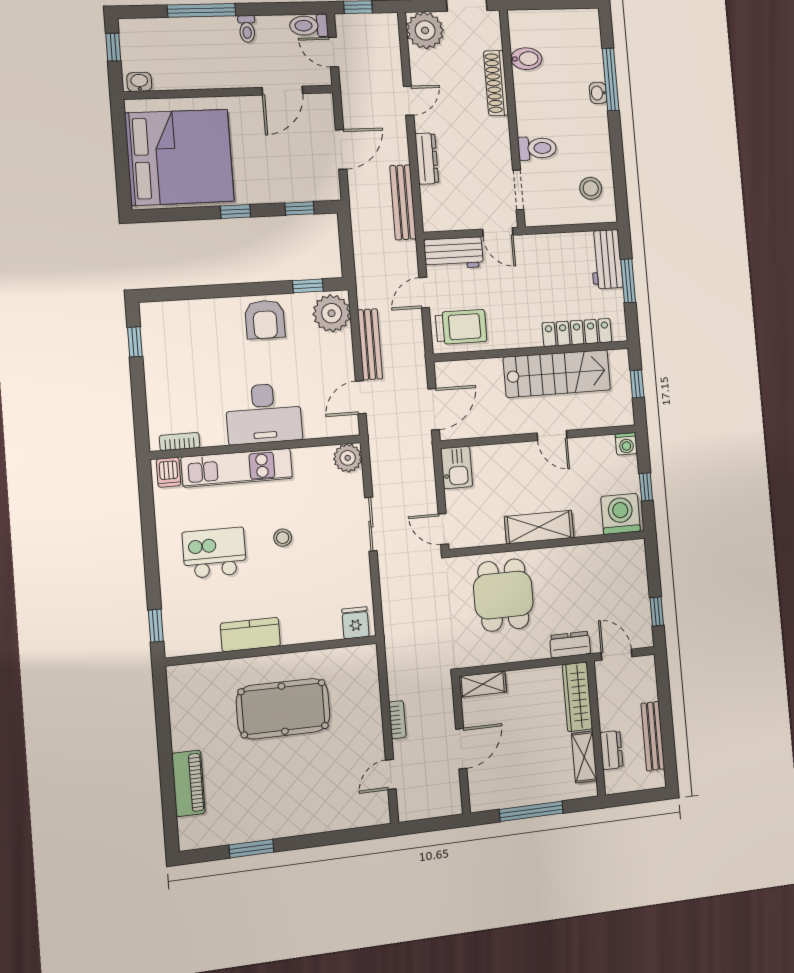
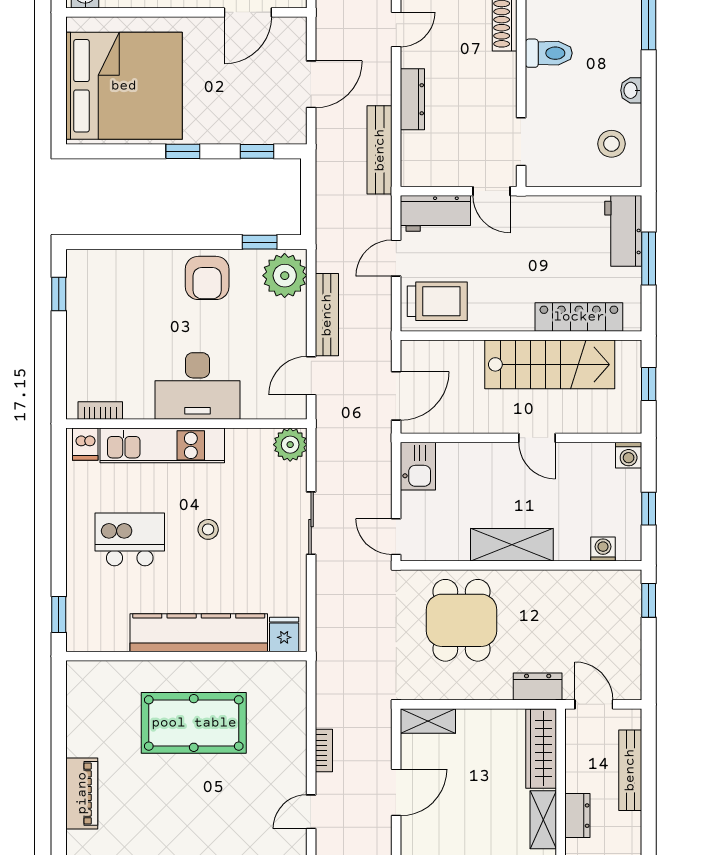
washbasin: (598, 93) -> (631, 90), moved
toilet: (537, 148) -> (549, 53), moved
washing machine: (621, 514) -> (603, 549), width x0.53, depth x0.53
window: (657, 611) -> (649, 600), moved
kitchen counter: (250, 635) -> (199, 633), width x2.08, depth x1.17
bench: (653, 736) -> (630, 770), moved

